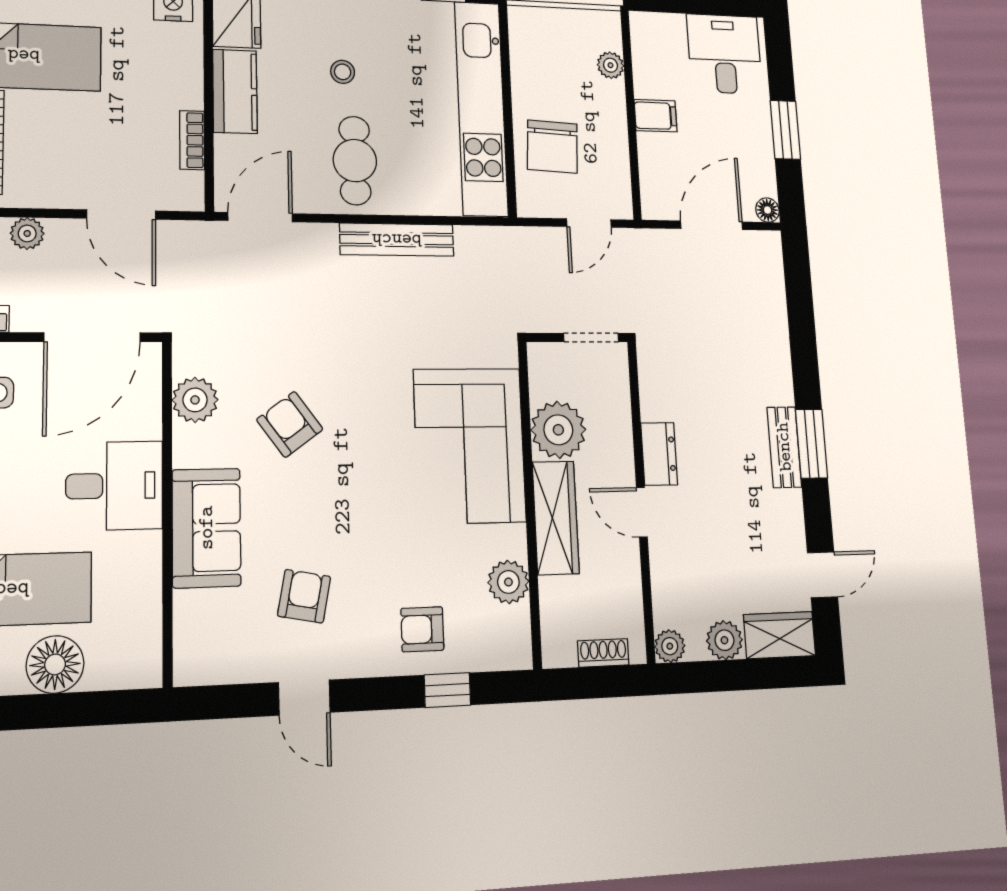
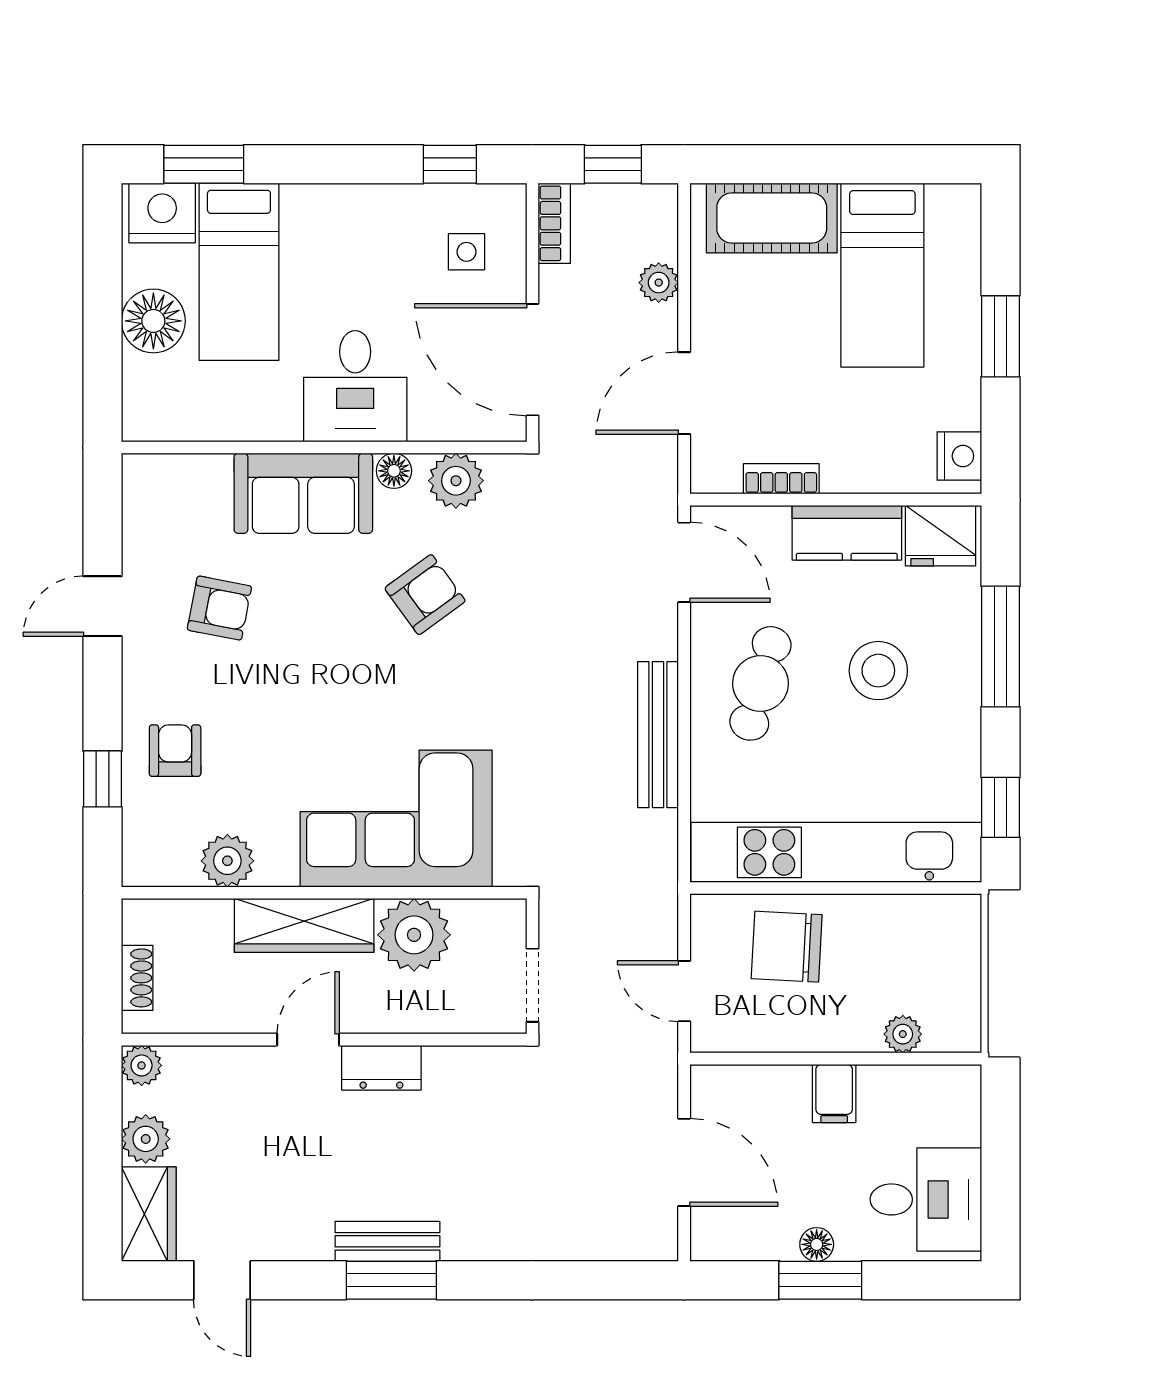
stool: (343, 72) -> (878, 671), width x1.89, depth x1.89
cafe table: (355, 161) -> (760, 683), turned -74
floor lamp: (767, 210) -> (817, 1244), moved
floor lamp: (187, 452) -> (394, 471), added

